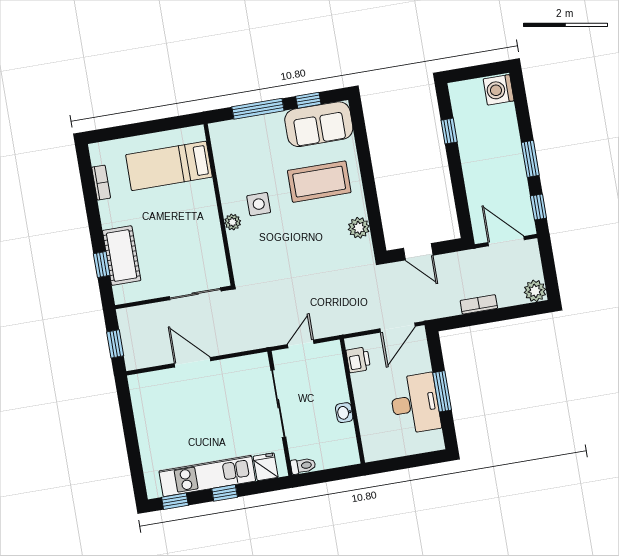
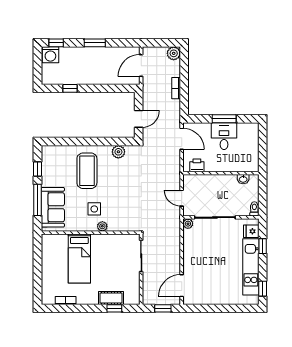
sofa: (319, 124) -> (53, 207), moved
bed: (169, 166) -> (79, 259), moved
window: (538, 207) -> (56, 43), moved
cot: (122, 256) -> (111, 298), width x0.73, depth x0.75
plant: (261, 361) -> (188, 224), added
door: (193, 362) -> (182, 286), moved
desk: (415, 404) -> (224, 136), width x0.73
washbasin: (344, 413) -> (243, 179), moved
window: (225, 493) -> (263, 246), moved

